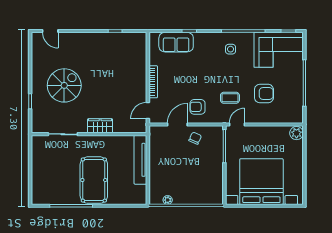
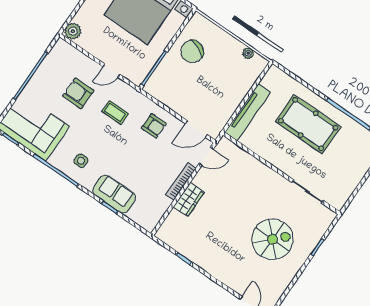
sofa: (176, 42) -> (114, 194), moved
spiral stairs: (64, 85) -> (272, 239), turned 180
door: (177, 124) -> (196, 129), moved
door: (237, 124) -> (111, 71), moved
wardrobe: (100, 126) -> (189, 200), moved, turned -90
chair: (195, 138) -> (192, 51), moved, width x1.87, depth x1.87
pool table: (94, 180) -> (308, 124), turned 90

